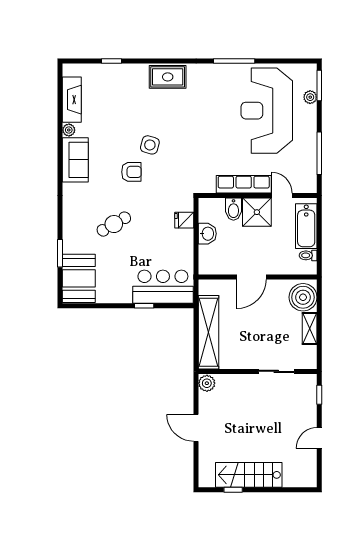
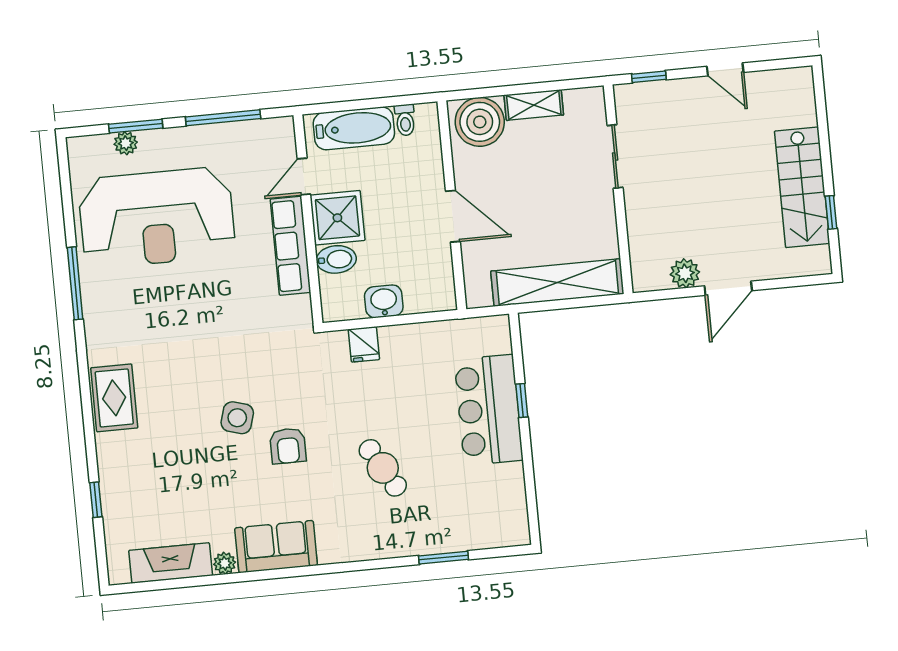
window: (319, 86) -> (136, 126), moved
armchair: (131, 172) -> (288, 446), turned 180
booth: (79, 278) -> (484, 520), removed
bar counter: (163, 287) -> (489, 410), moved
plant: (207, 383) -> (685, 273), moved

